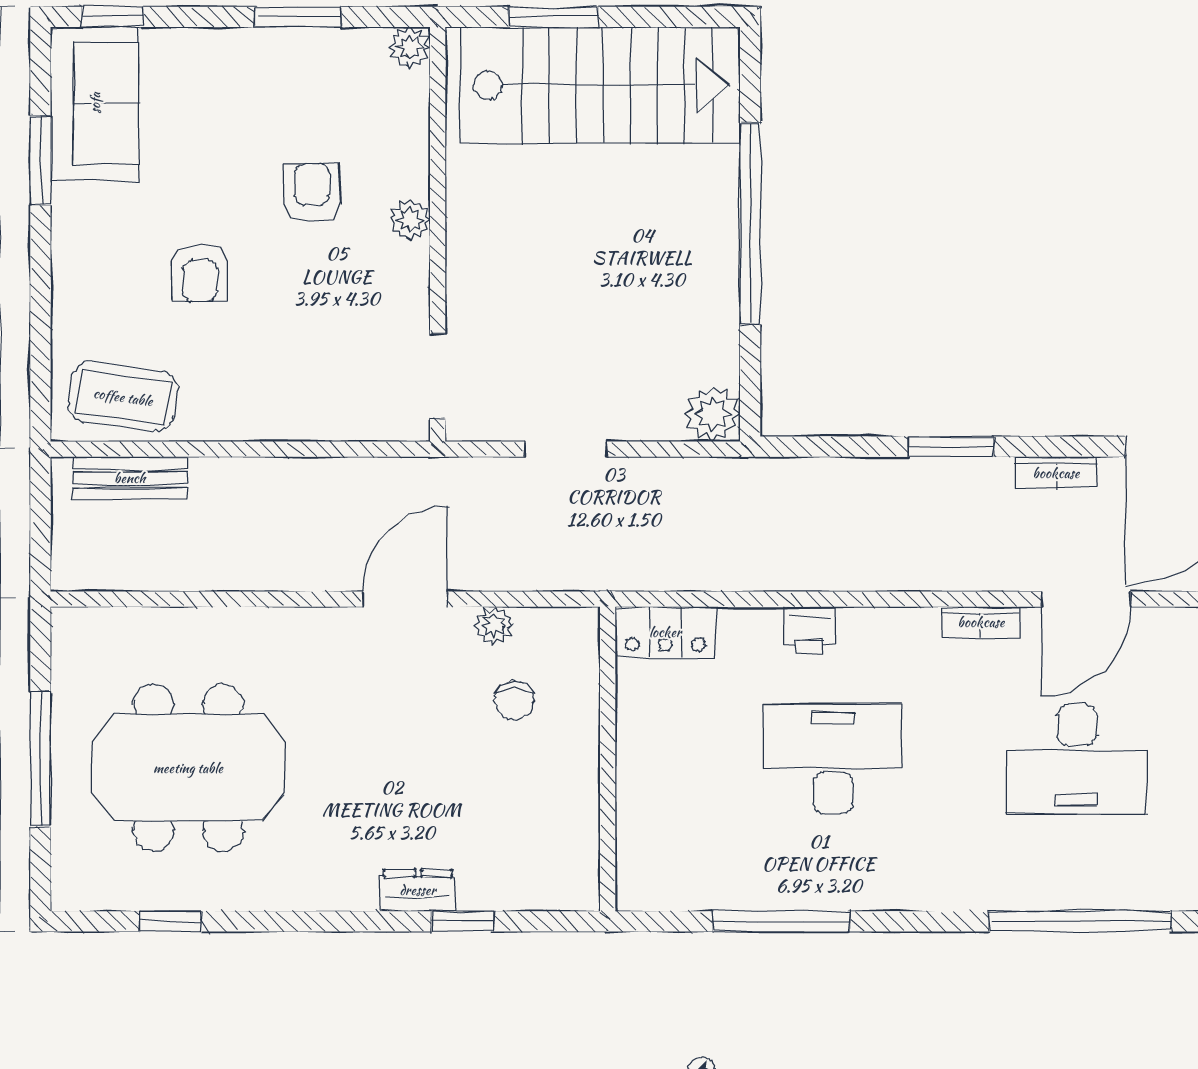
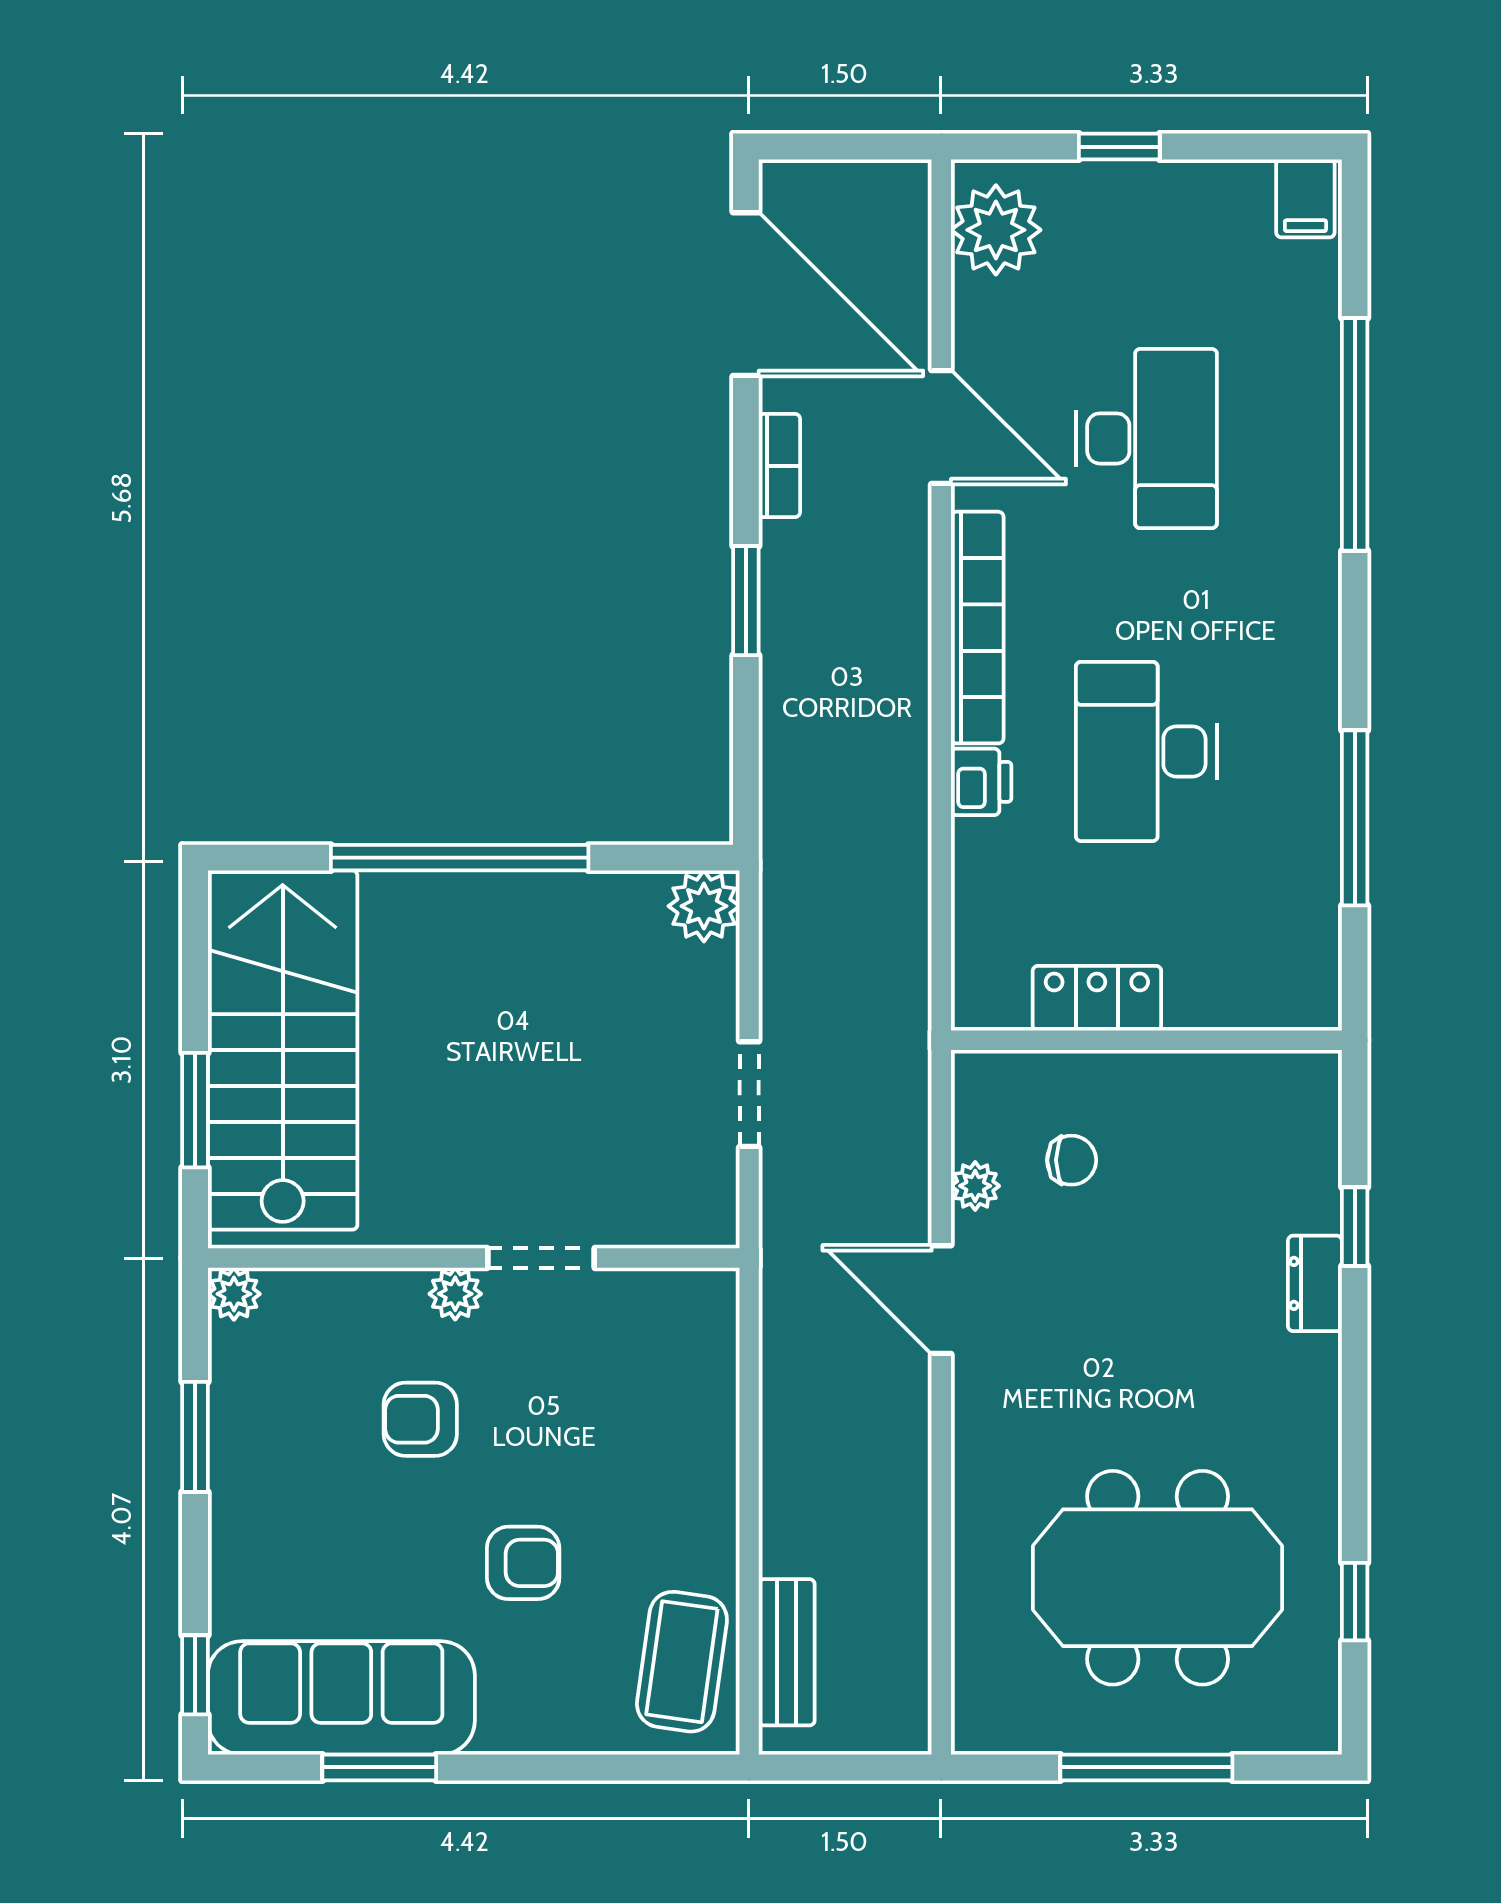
sofa: (95, 103) -> (341, 1698), width x1.36
doorway: (438, 376) -> (541, 1258), moved
bookcase: (981, 622) -> (977, 628), width x2.31, depth x1.31
locker: (665, 632) -> (1097, 998), moved, turned -90
meeting table: (188, 768) -> (1158, 1578), turned 90

